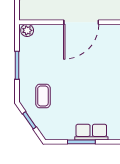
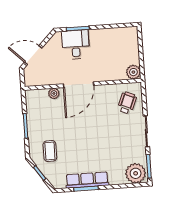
plant: (27, 30) -> (54, 93), moved
row of seats: (91, 132) -> (87, 180), width x1.48

